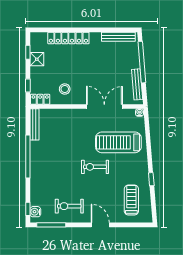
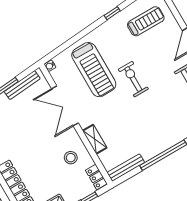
shelving: (68, 114) -> (95, 139), added
exercise bike: (95, 167) -> (133, 79), turned 180
treadmill: (131, 200) -> (146, 21), turned 180

